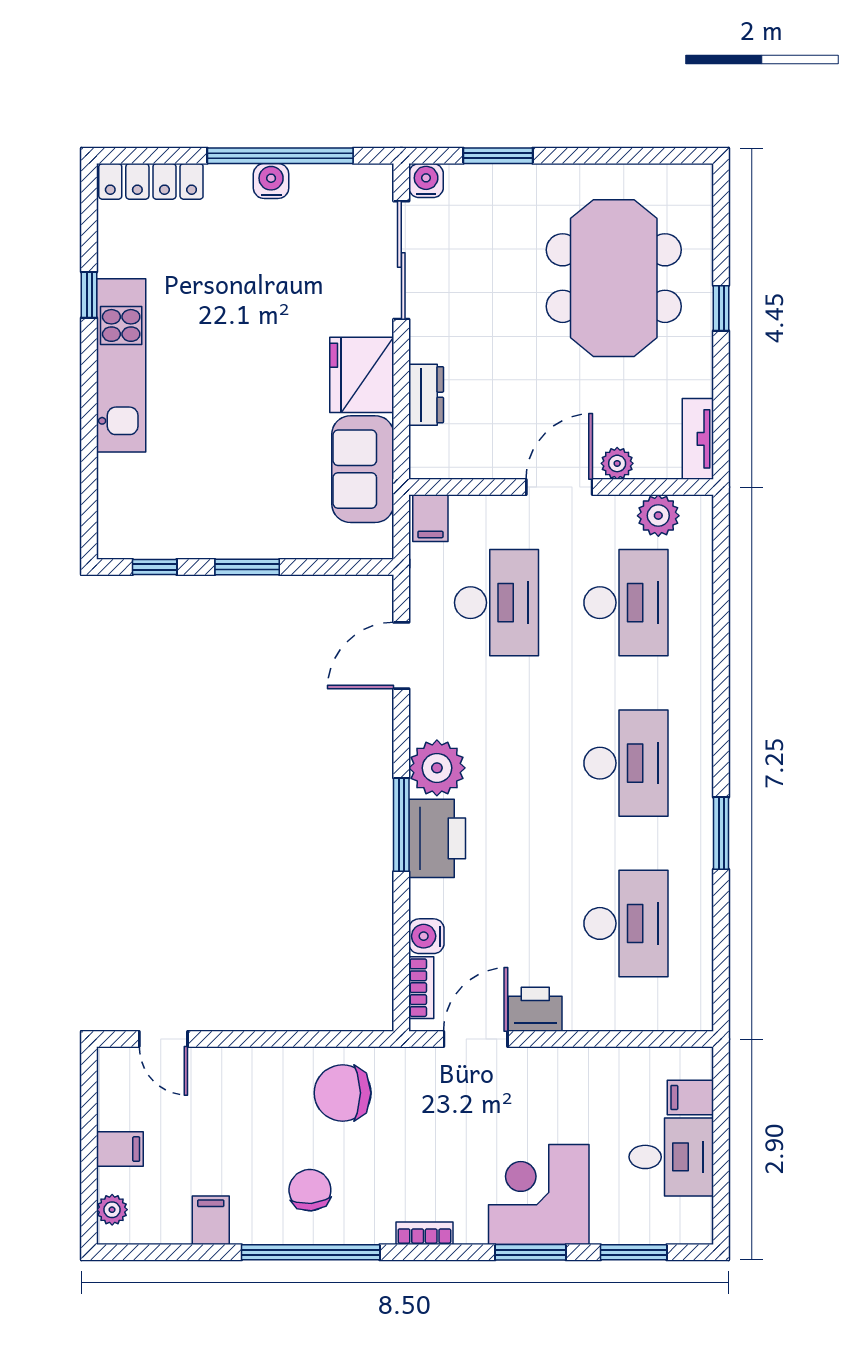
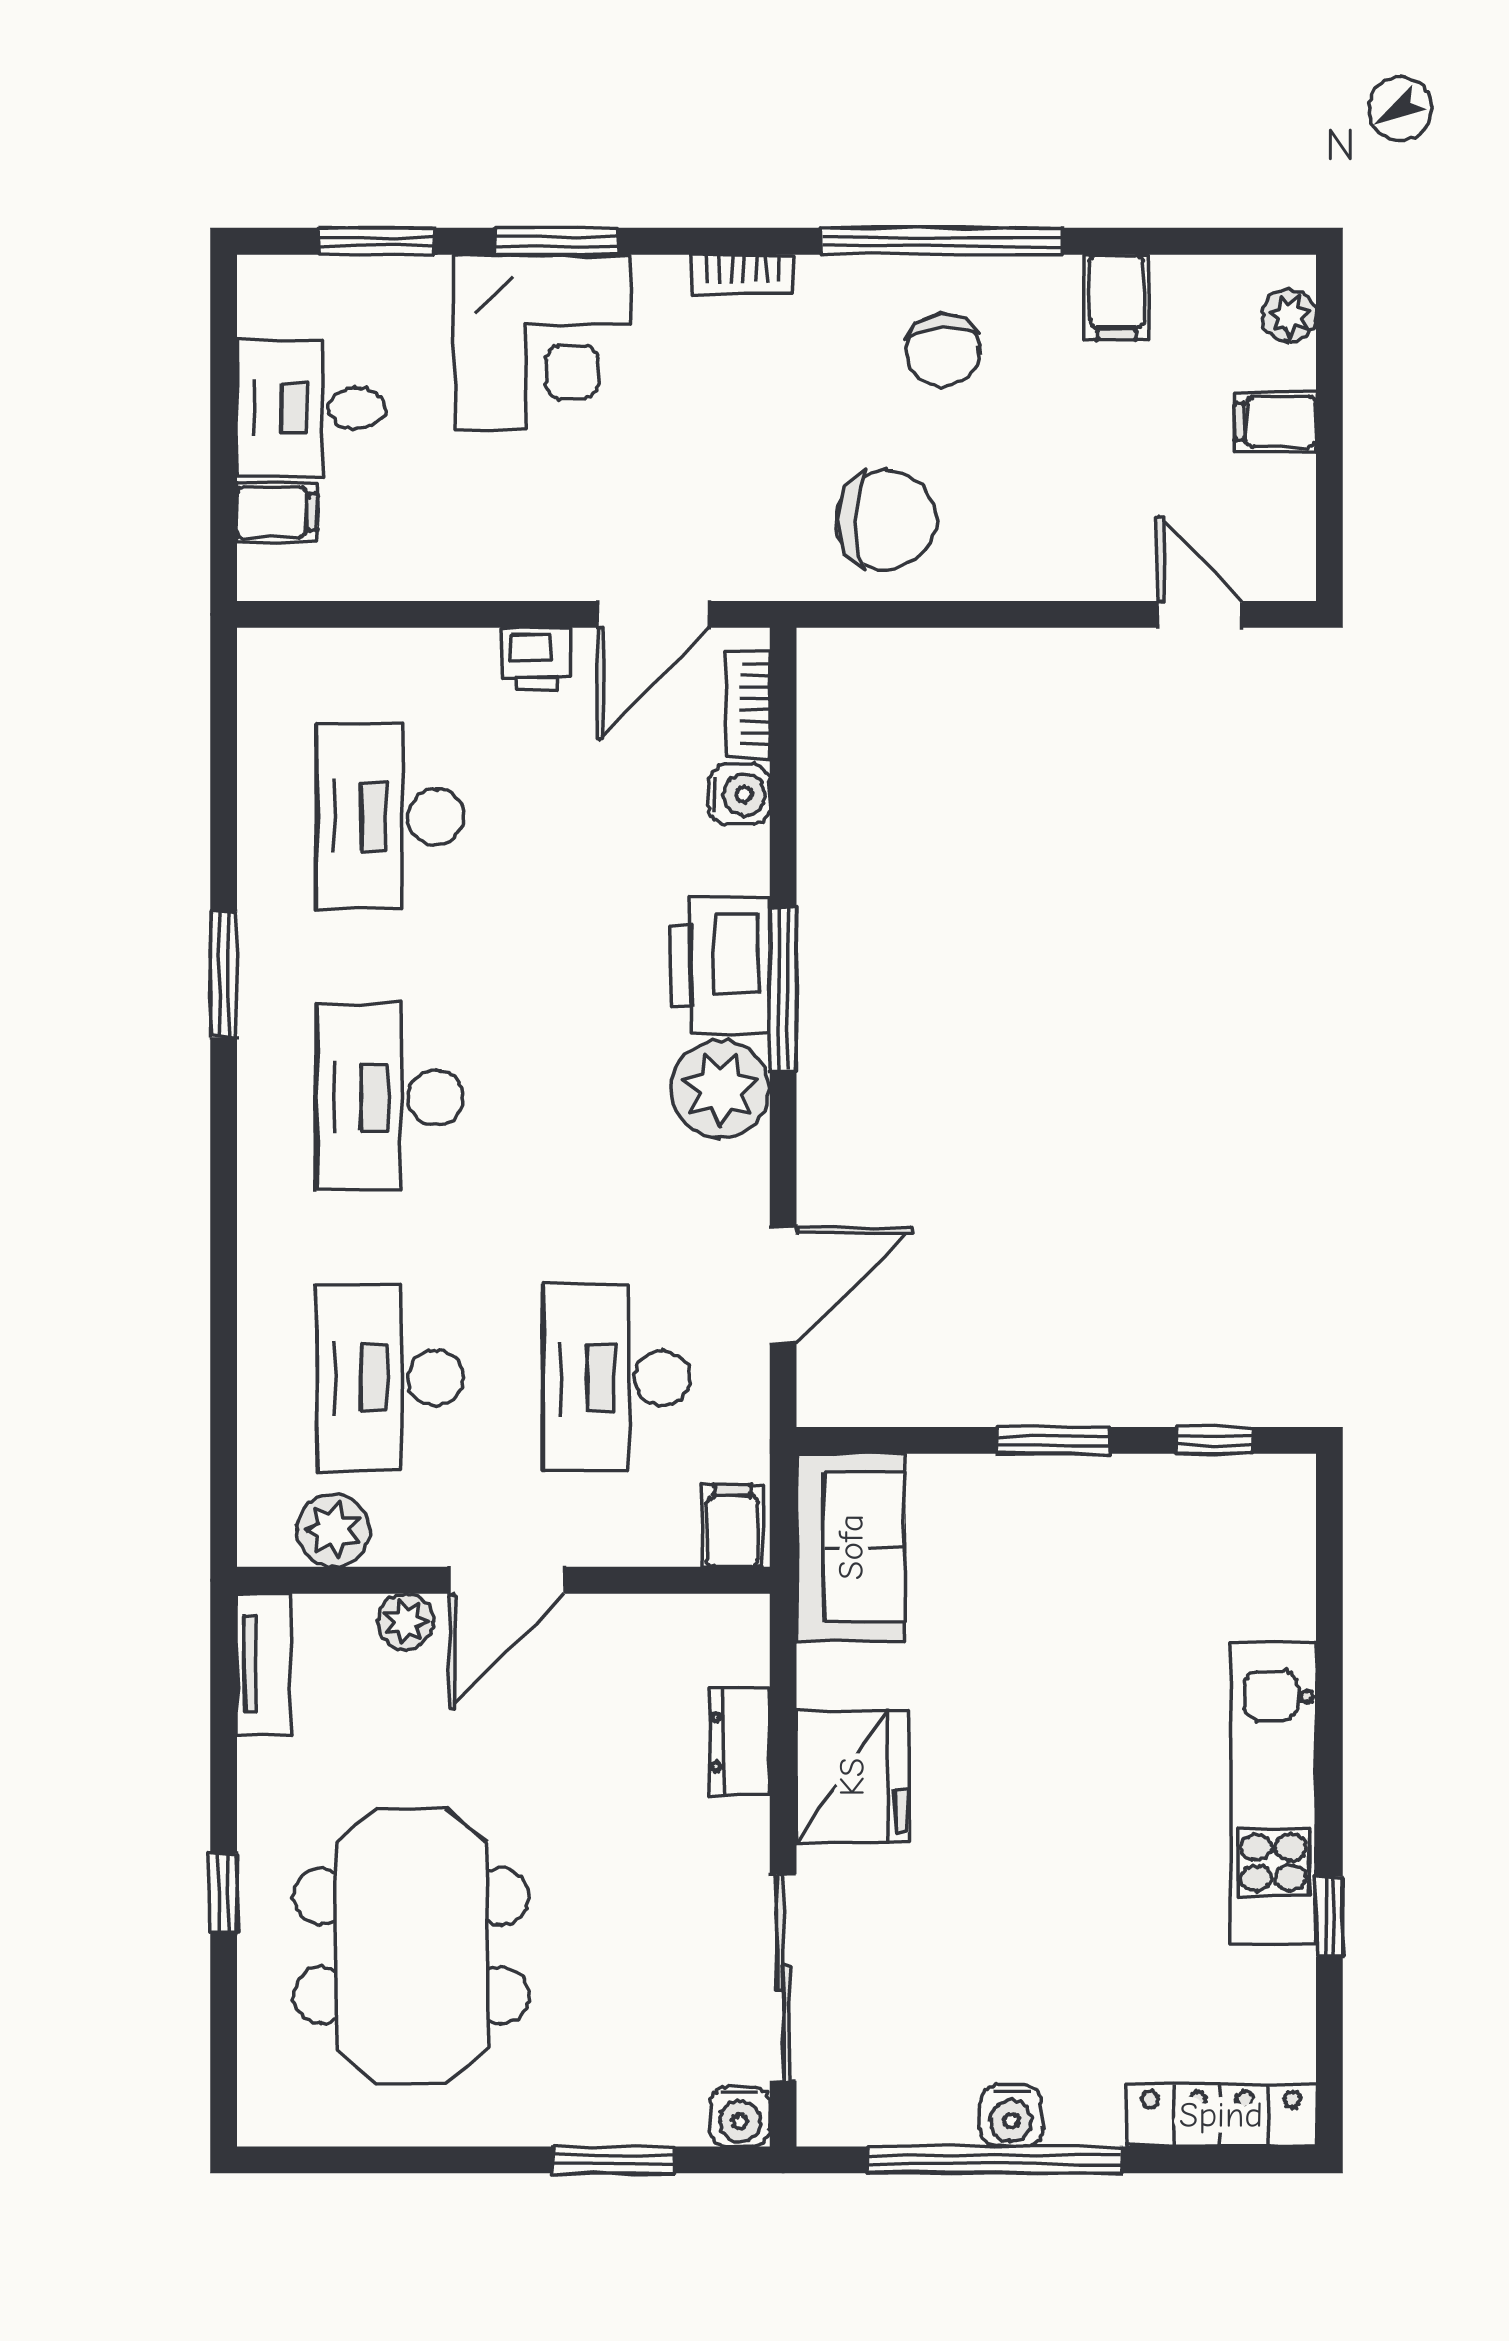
sofa: (363, 469) -> (851, 1547), moved
printer: (535, 1009) -> (536, 659), width x0.73, depth x0.81

